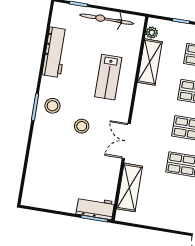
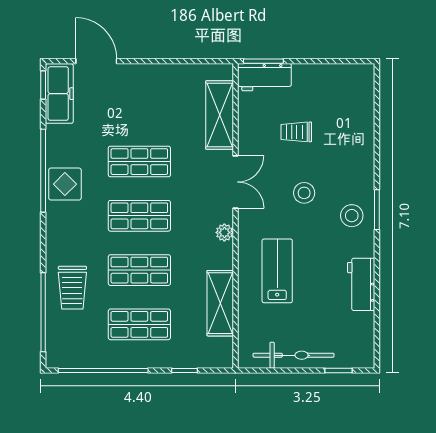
plant: (152, 33) -> (224, 232), moved
workbench: (55, 52) -> (361, 284), width x0.73
trolley: (80, 168) -> (296, 132), added

